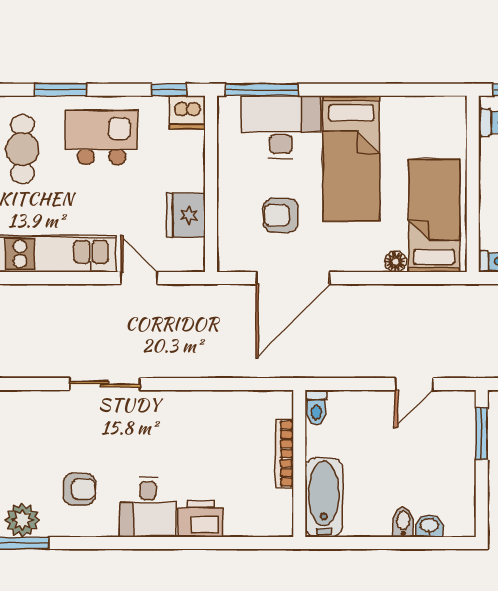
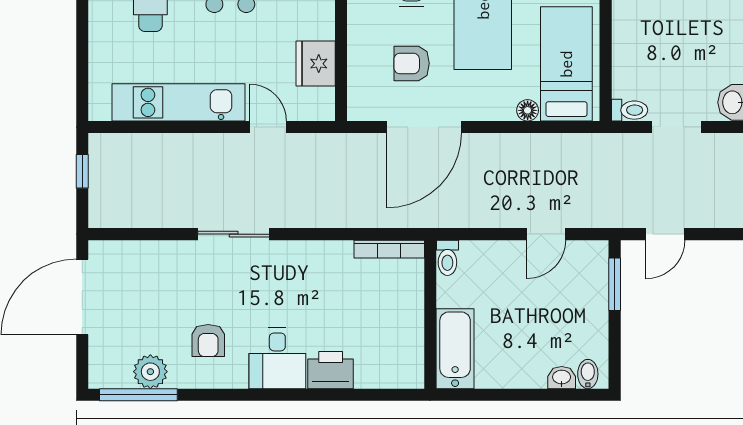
bookcase: (284, 454) -> (389, 249), moved, turned -90
armchair: (80, 489) -> (208, 341), turned 90
bidet: (403, 522) -> (588, 374), moved

